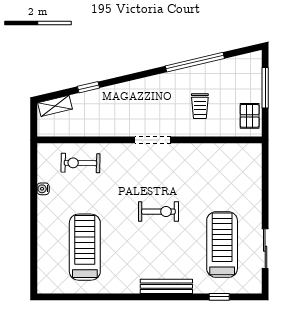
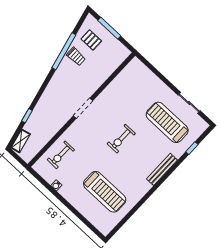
trolley: (200, 106) -> (76, 57), moved
pallet: (250, 116) -> (91, 40), moved
exercise bike: (158, 212) -> (121, 139), turned 180
treadmill: (85, 247) -> (105, 192), turned 180

